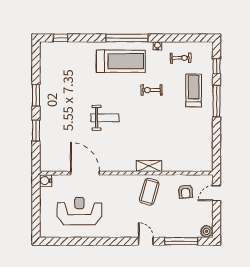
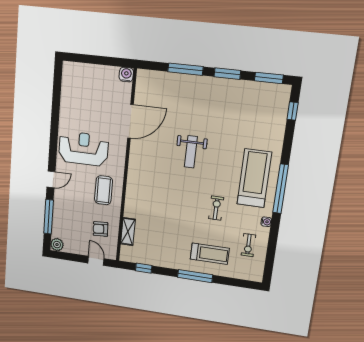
window: (36, 61) -> (269, 78), added
treadmill: (121, 61) -> (254, 178), turned 180
window: (217, 66) -> (144, 268), moved
window: (36, 130) -> (185, 69), width x1.44
shelving: (149, 166) -> (128, 231), moved
coffee table: (149, 192) -> (104, 190), turned 74
reception desk: (79, 211) -> (83, 149), moved, turned -90

